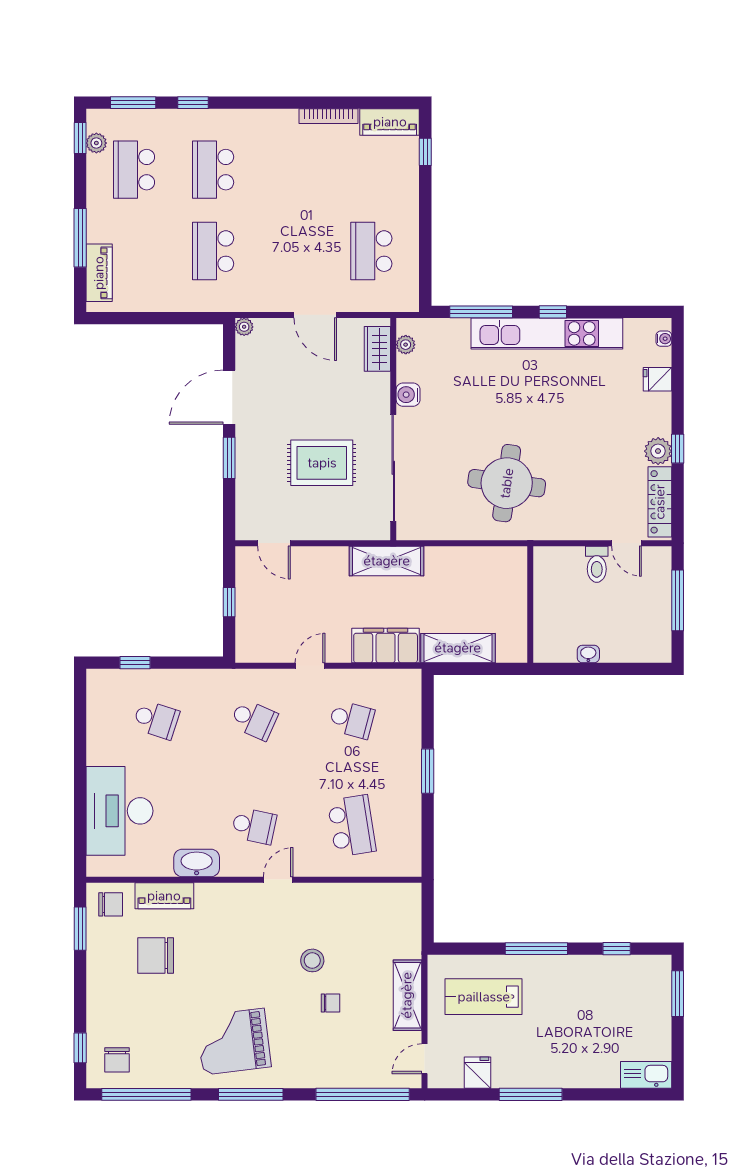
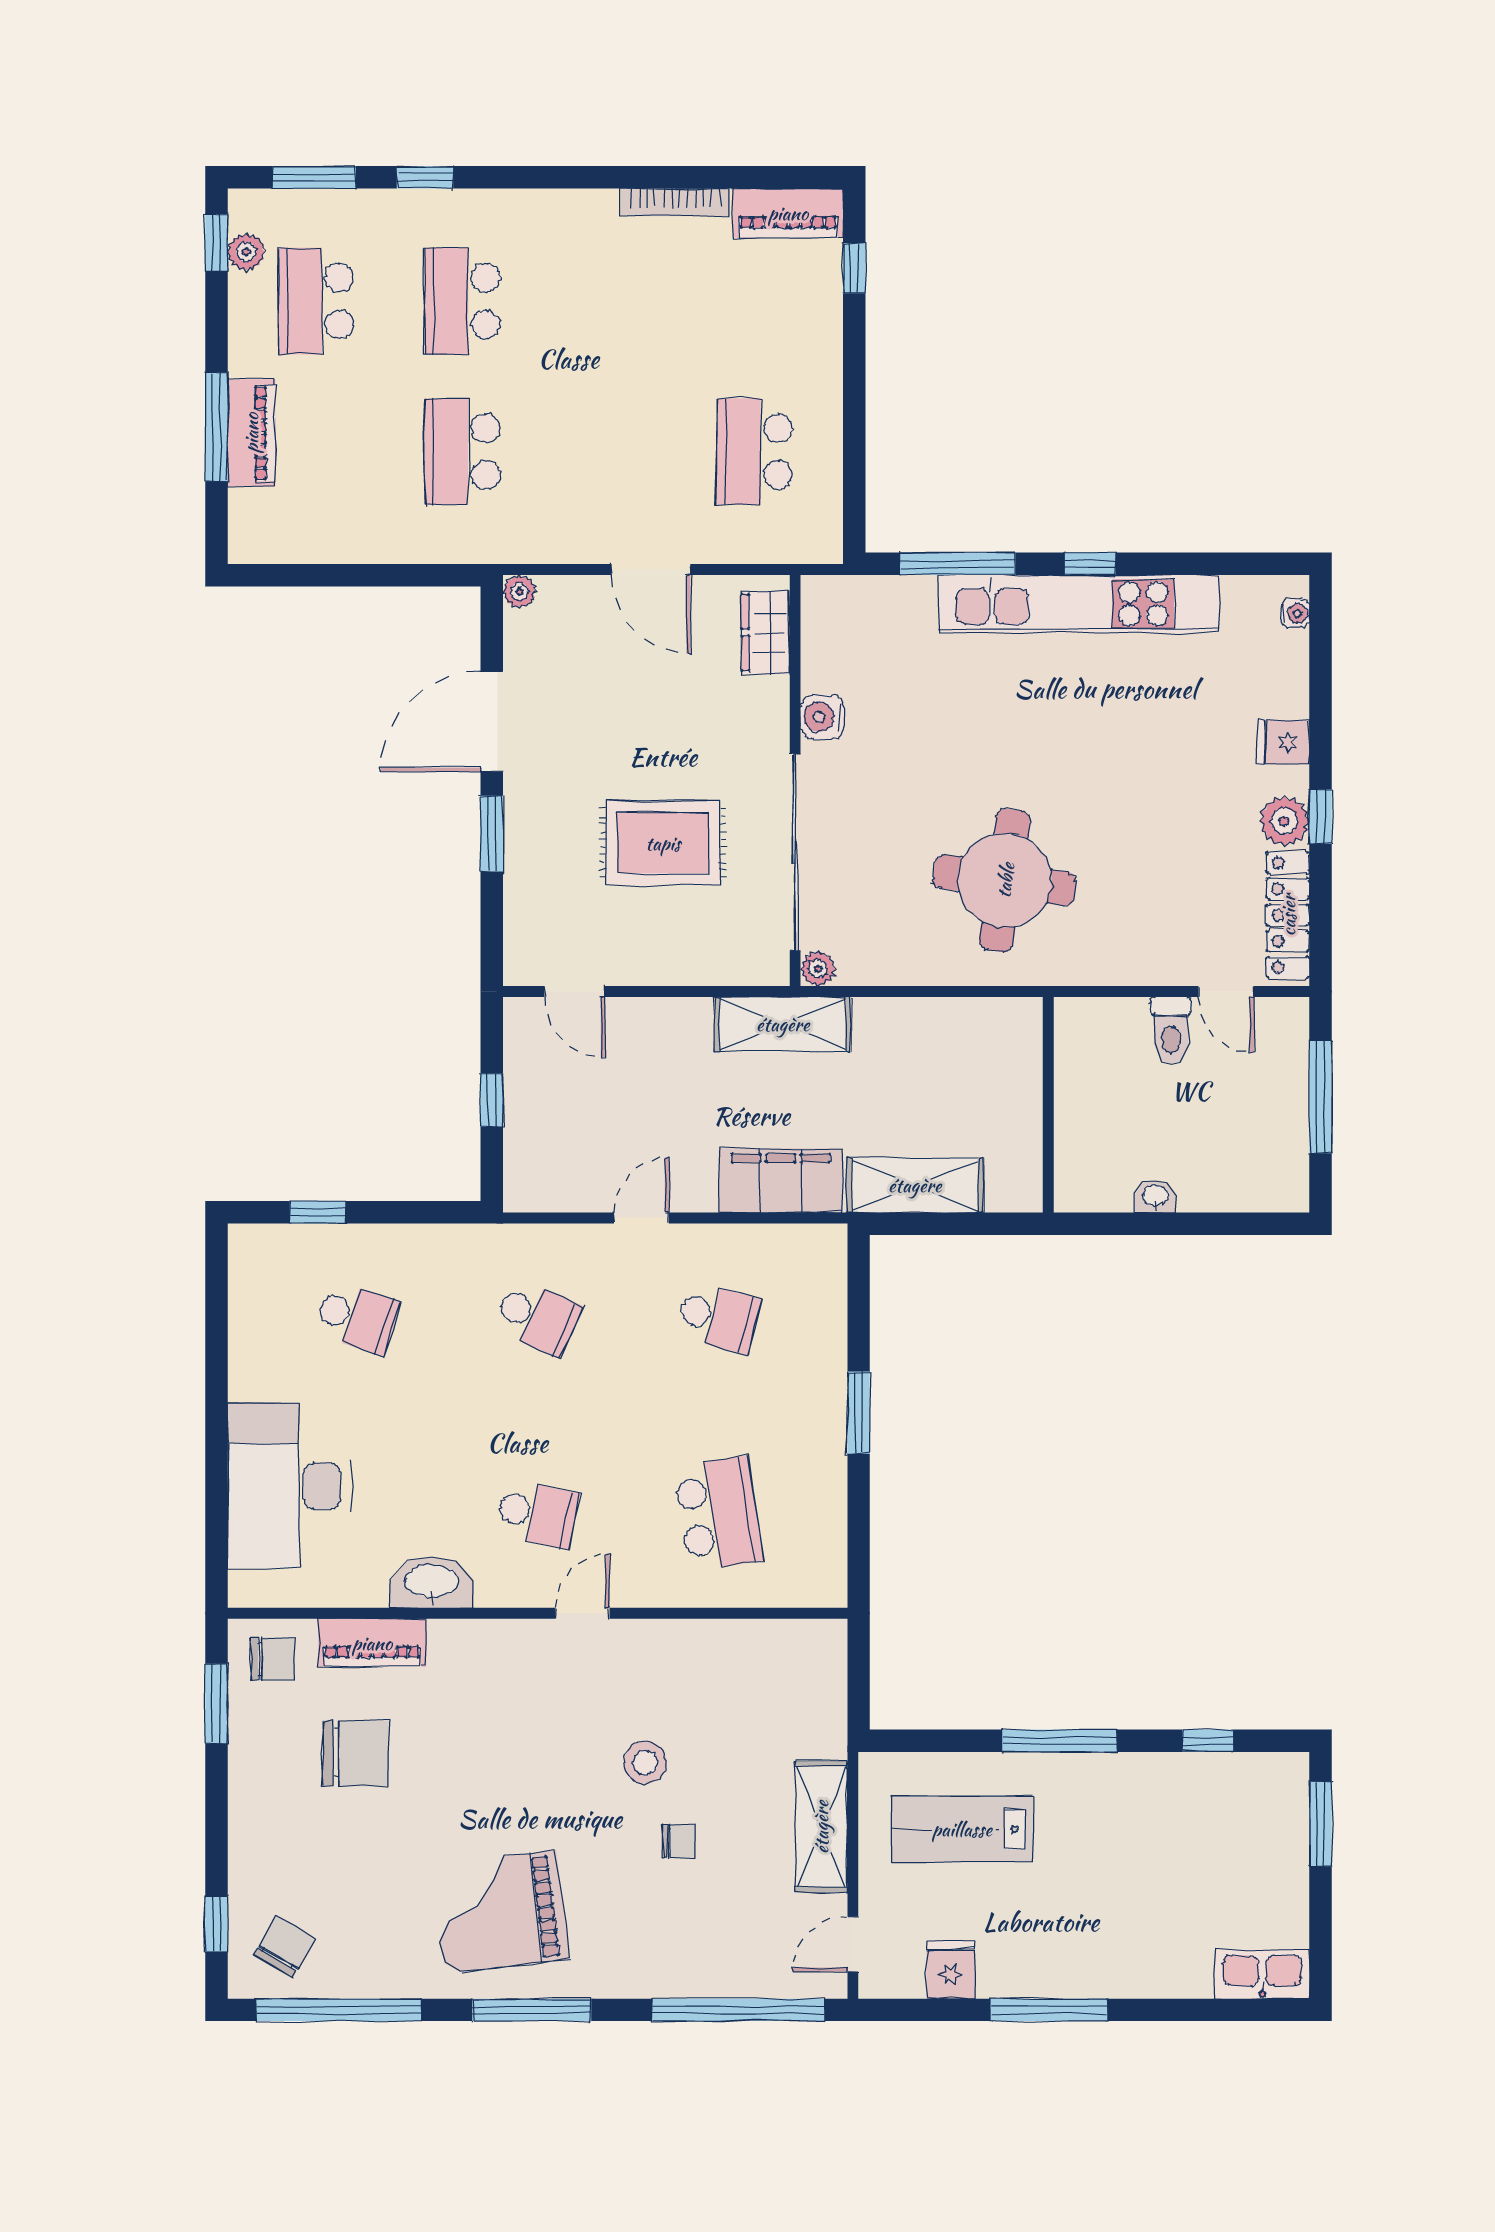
piano: (99, 273) -> (251, 433), moved
plant: (406, 345) -> (818, 969), moved
fridge: (657, 379) -> (1283, 742), moved
chair: (156, 956) -> (356, 1753), turned 180
chair: (117, 1060) -> (285, 1946), turned -150

